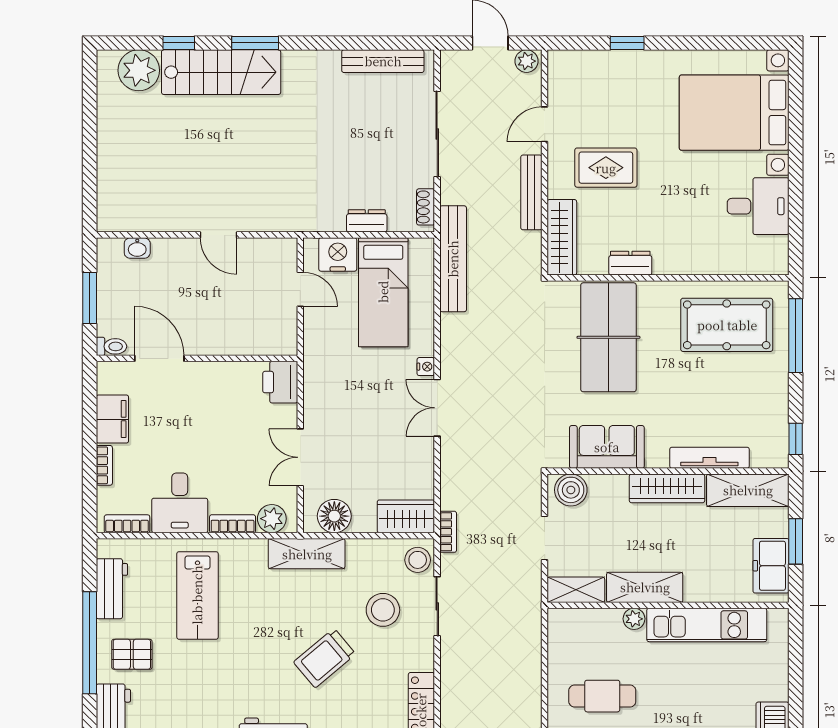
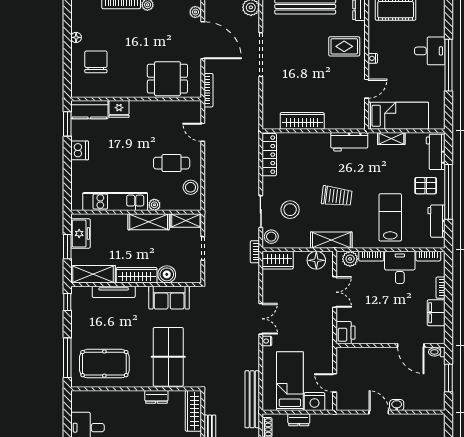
washbasin: (137, 248) -> (397, 405), moved
boiler: (571, 490) -> (167, 274), moved
stool: (567, 651) -> (191, 187), added
trolley: (325, 658) -> (337, 196), moved, turned 47

